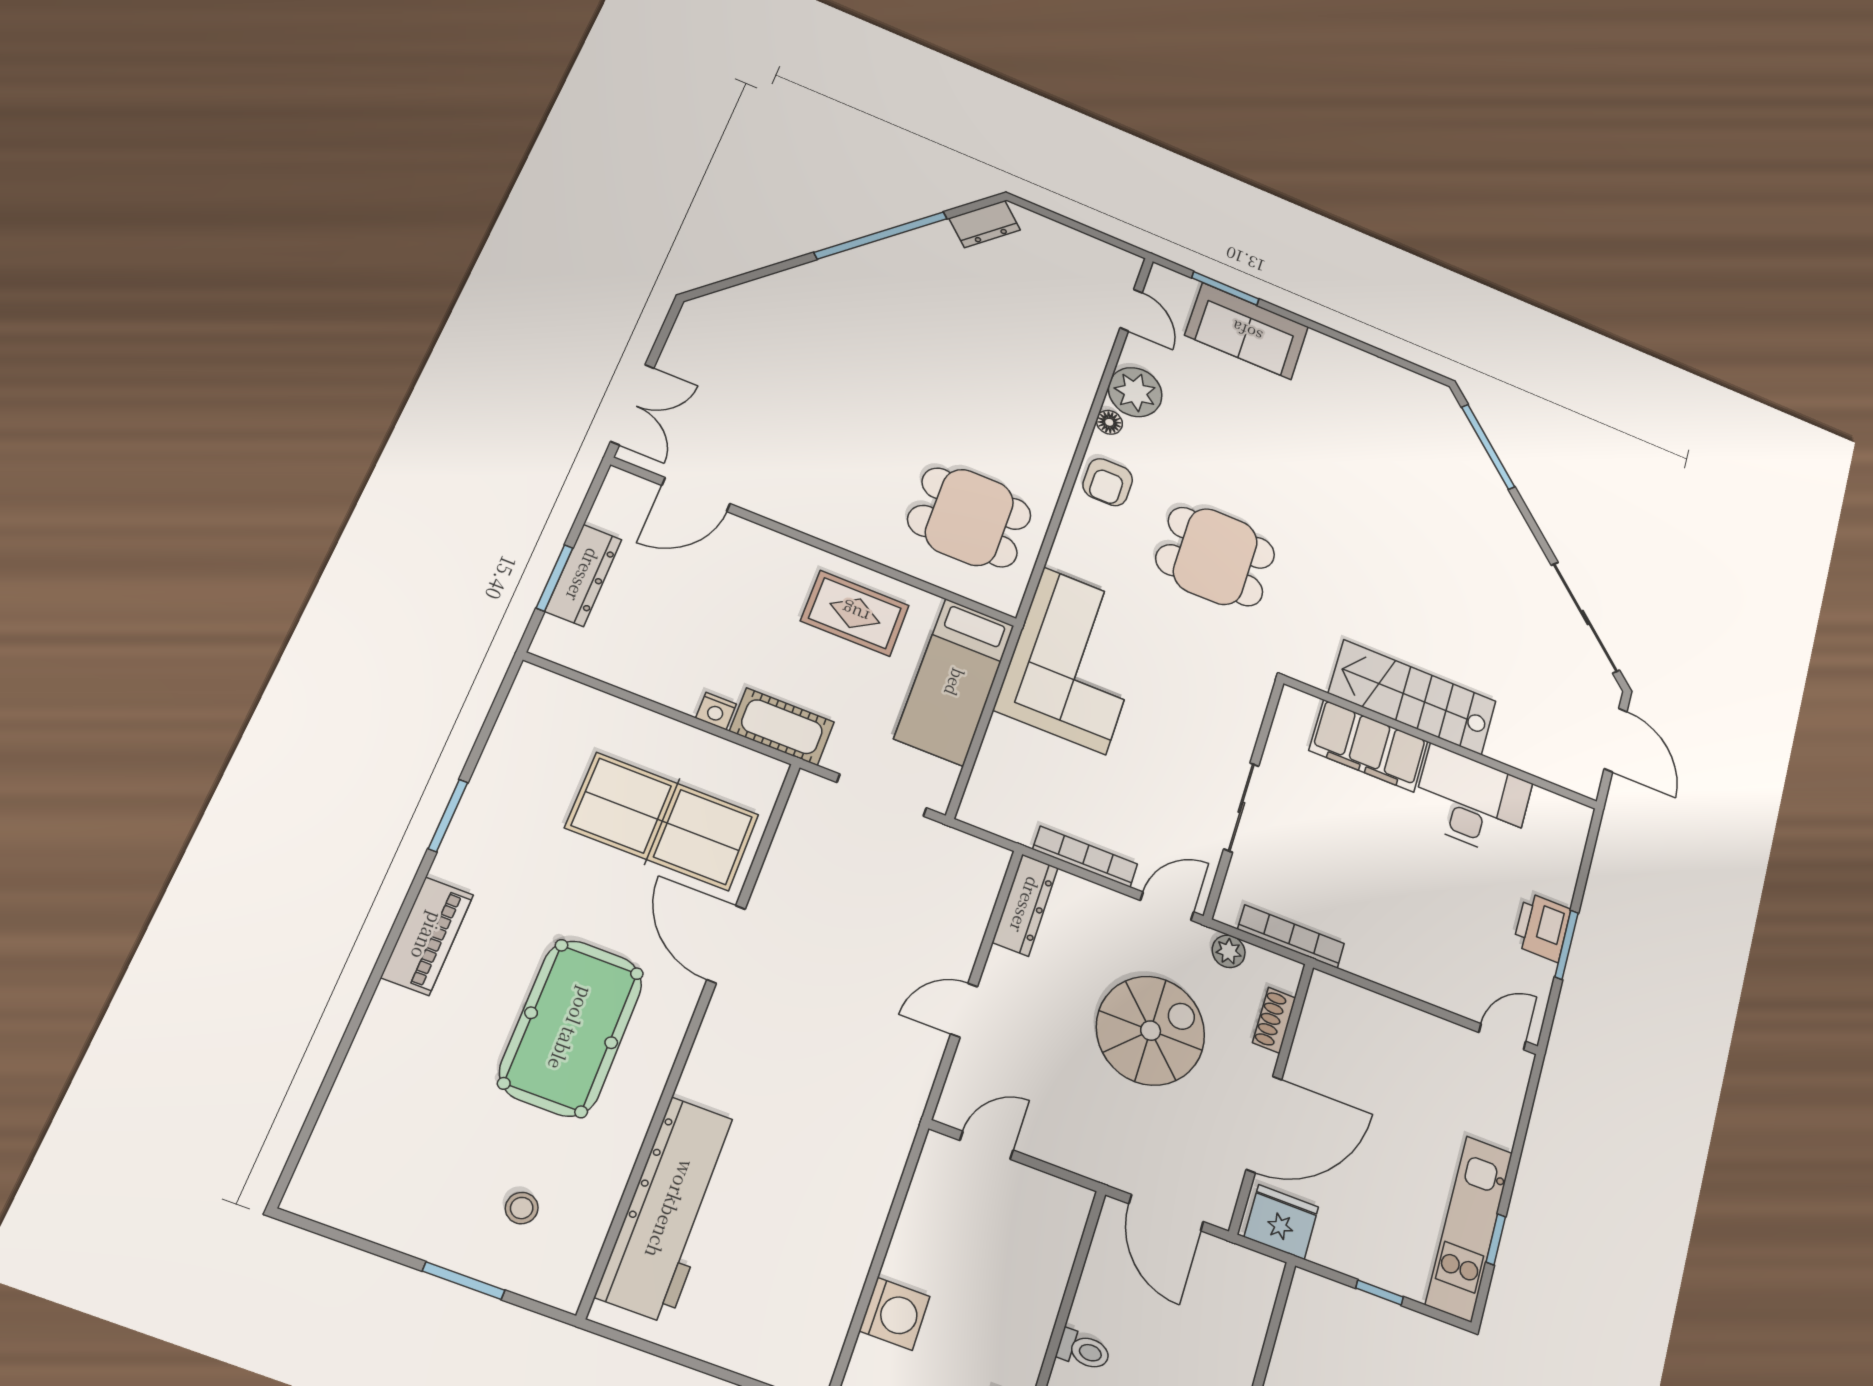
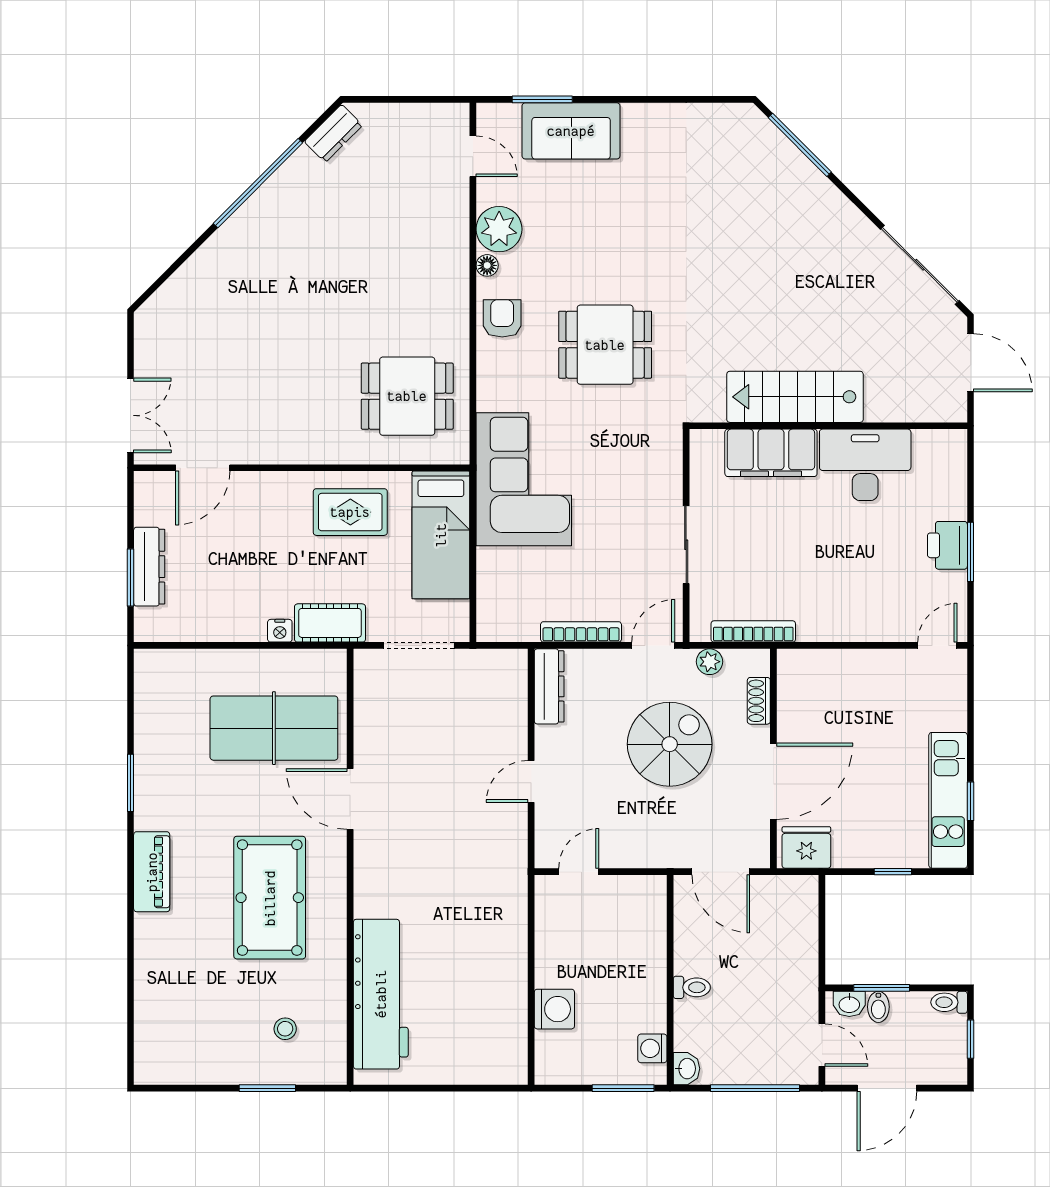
armchair: (1108, 482) -> (502, 318), turned 180

